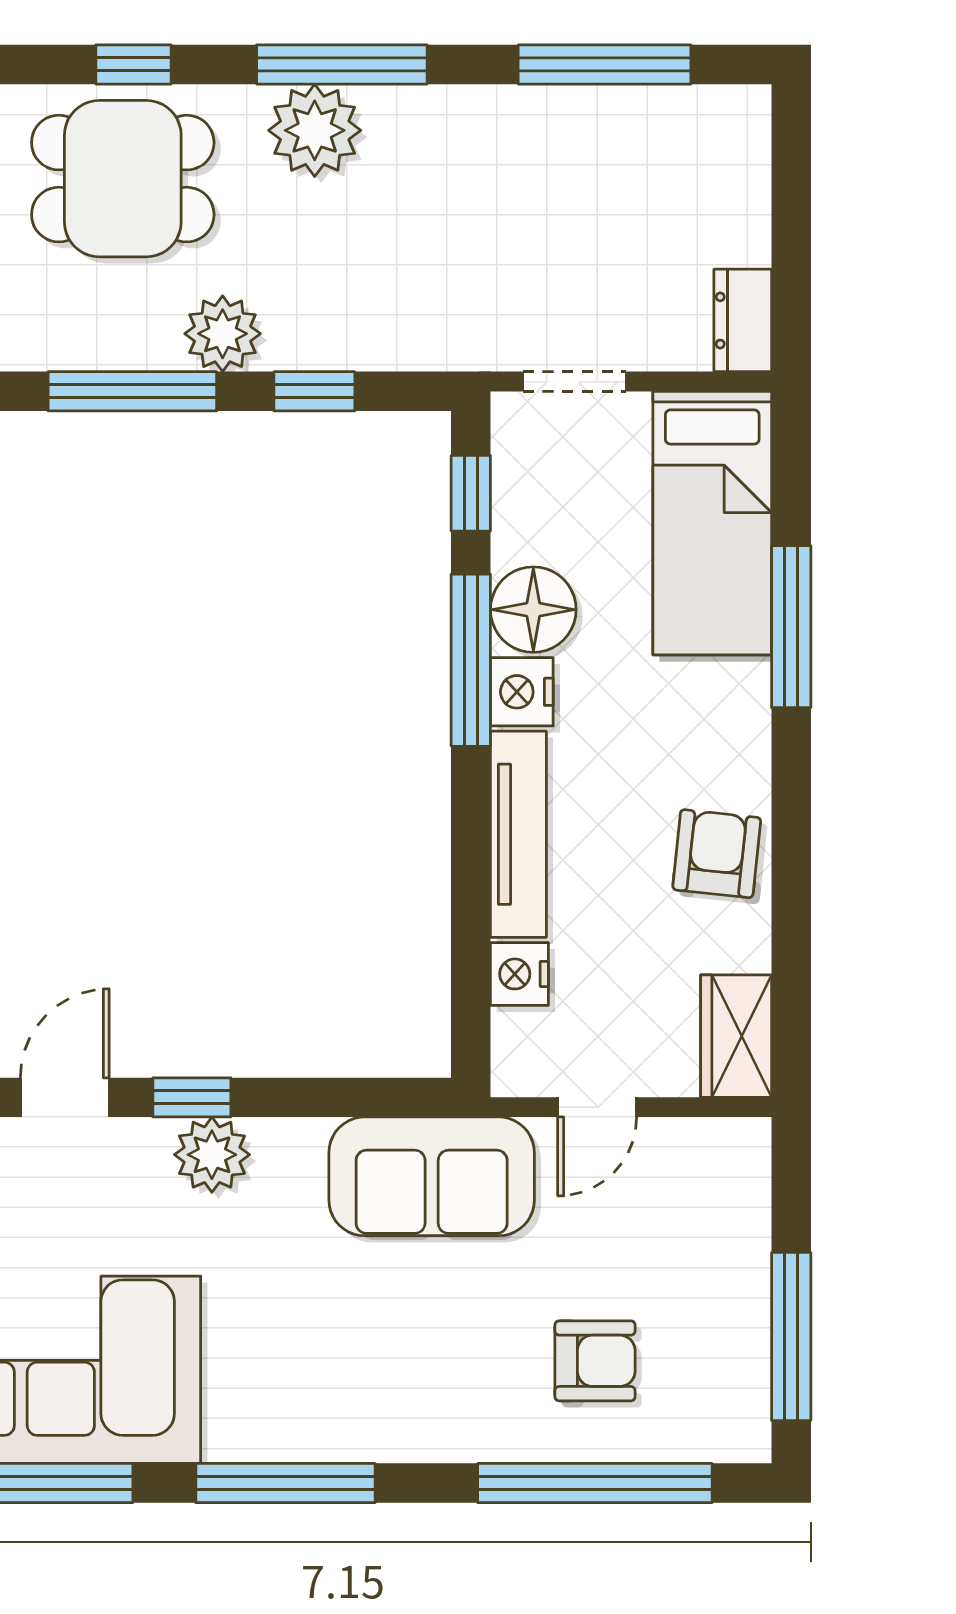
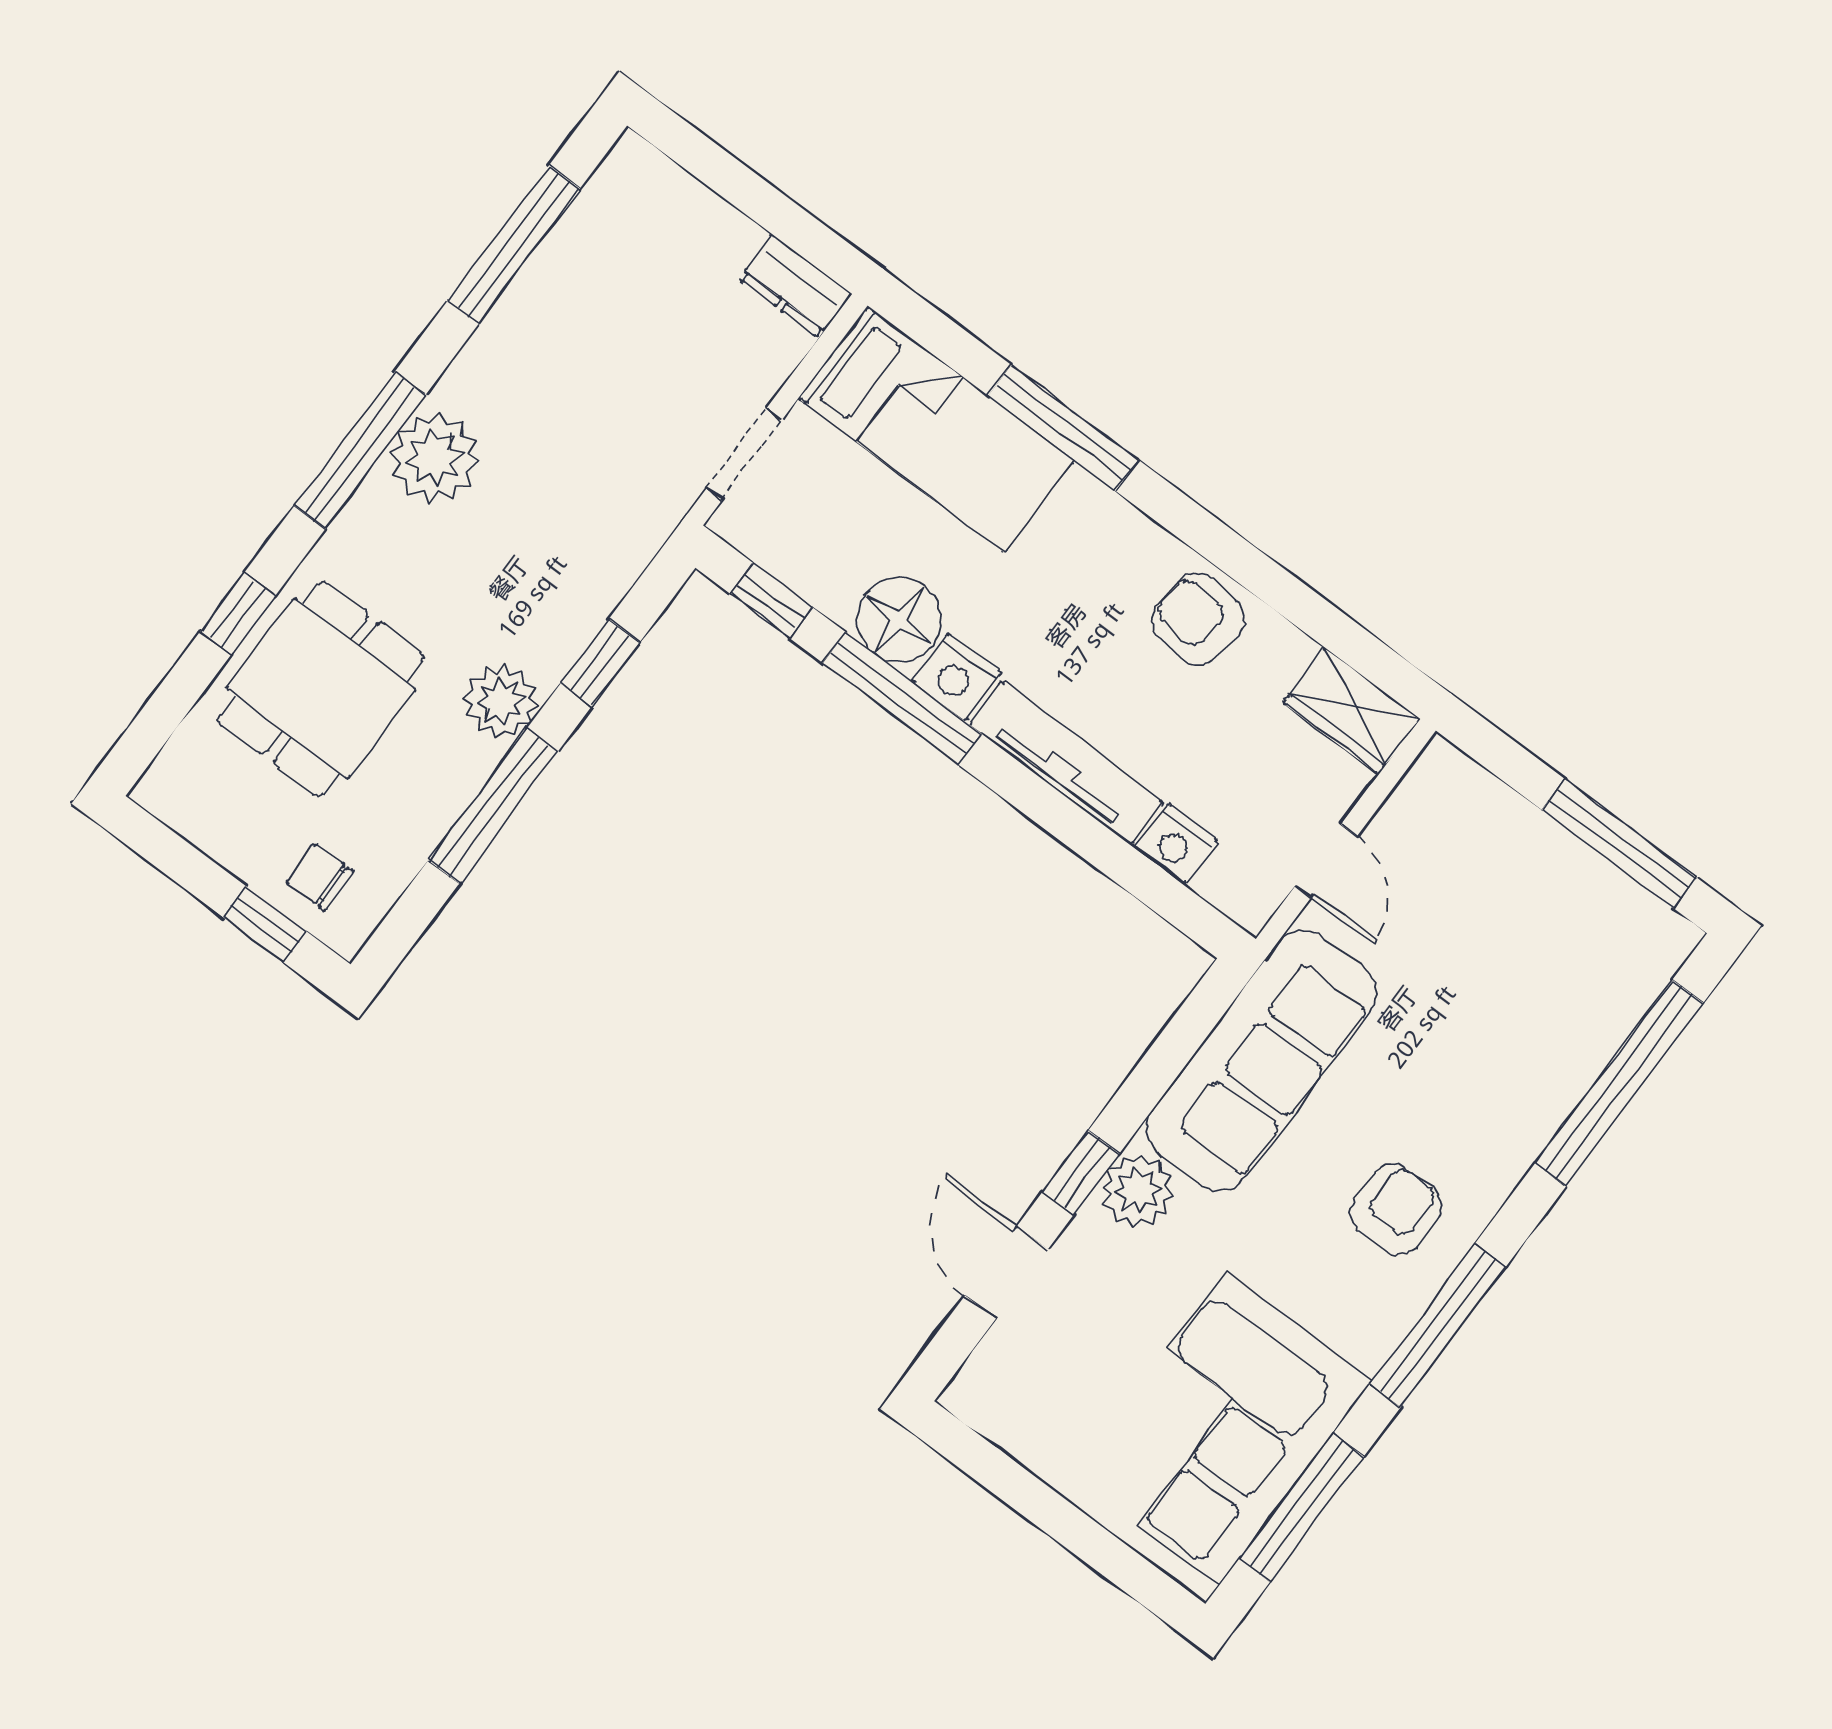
plant: (315, 130) -> (435, 458), moved
sofa: (432, 1176) -> (1262, 1060), width x1.36
armchair: (595, 1361) -> (1396, 1209), moved

